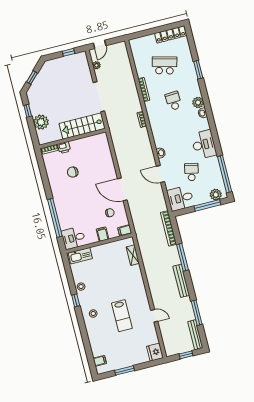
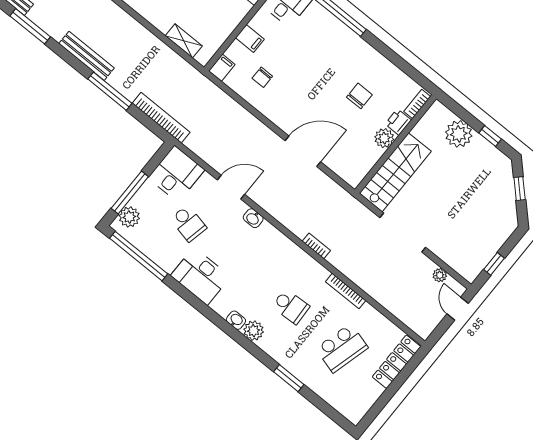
locker: (170, 34) -> (397, 362), moved
plant: (76, 145) -> (384, 138), added
door: (122, 189) -> (303, 151), moved

